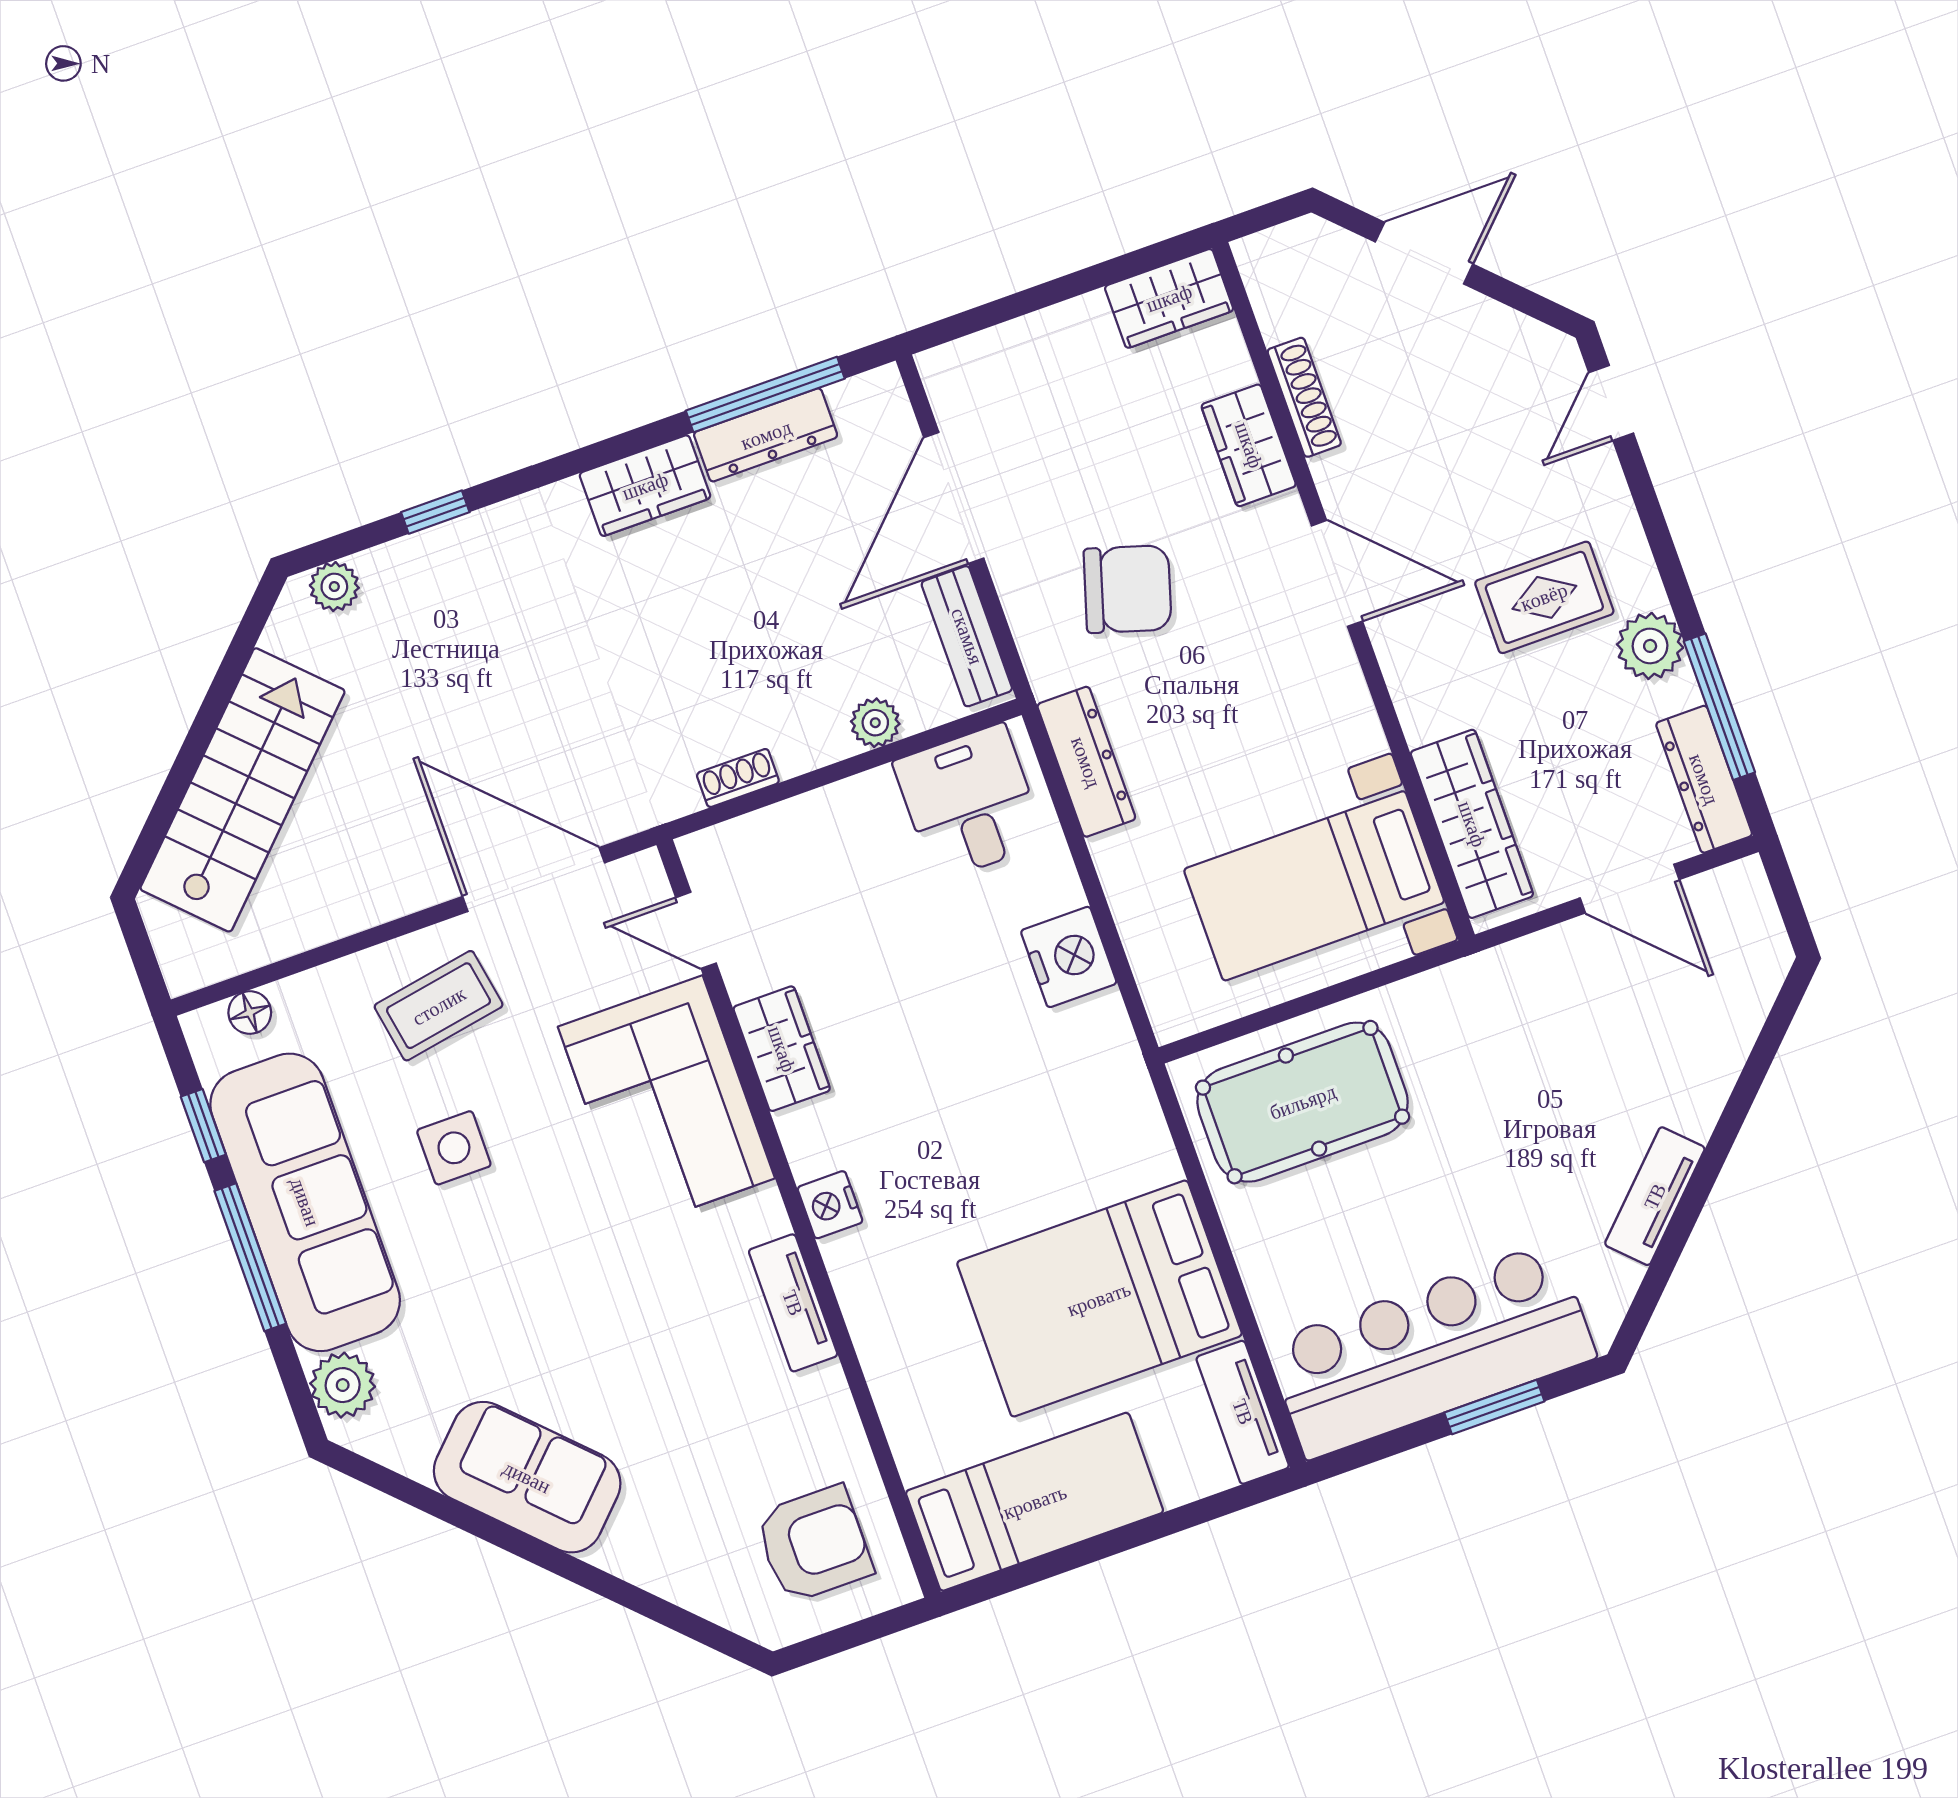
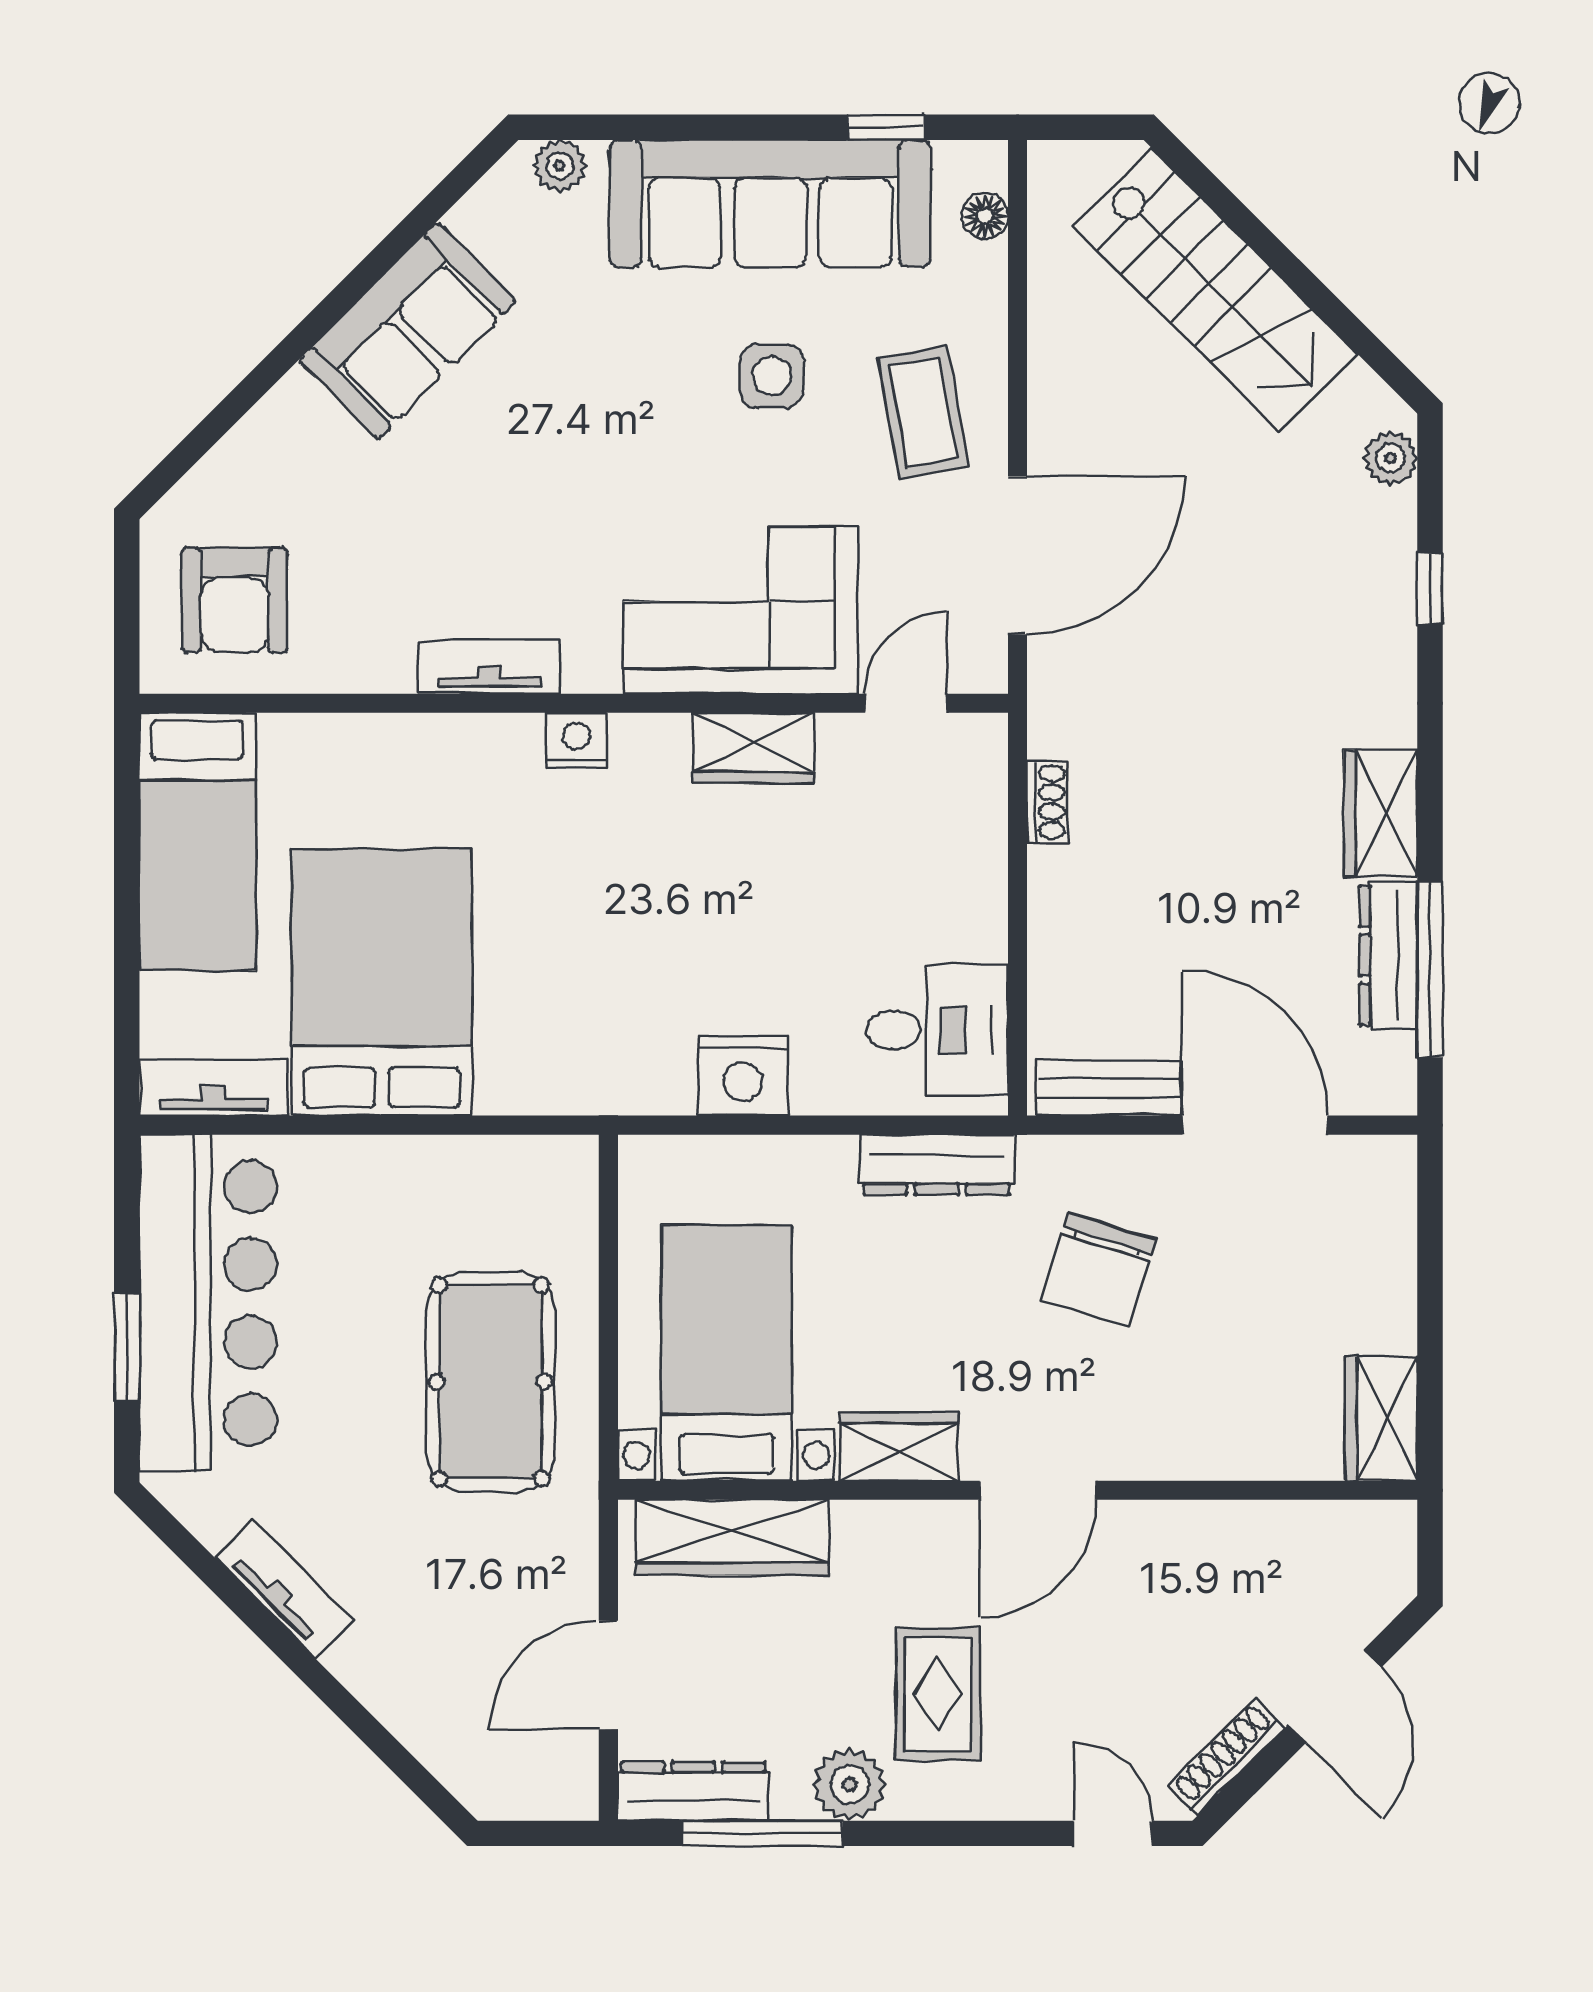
shoe rack: (1304, 397) -> (1226, 1757), moved, turned 135
wardrobe: (1249, 445) -> (899, 1446), moved
plant: (875, 723) -> (1054, 963), removed
pool table: (1303, 1102) -> (491, 1382), moved
window: (250, 1257) -> (734, 127), removed
plant: (343, 1385) -> (560, 166), width x0.73, depth x0.73

